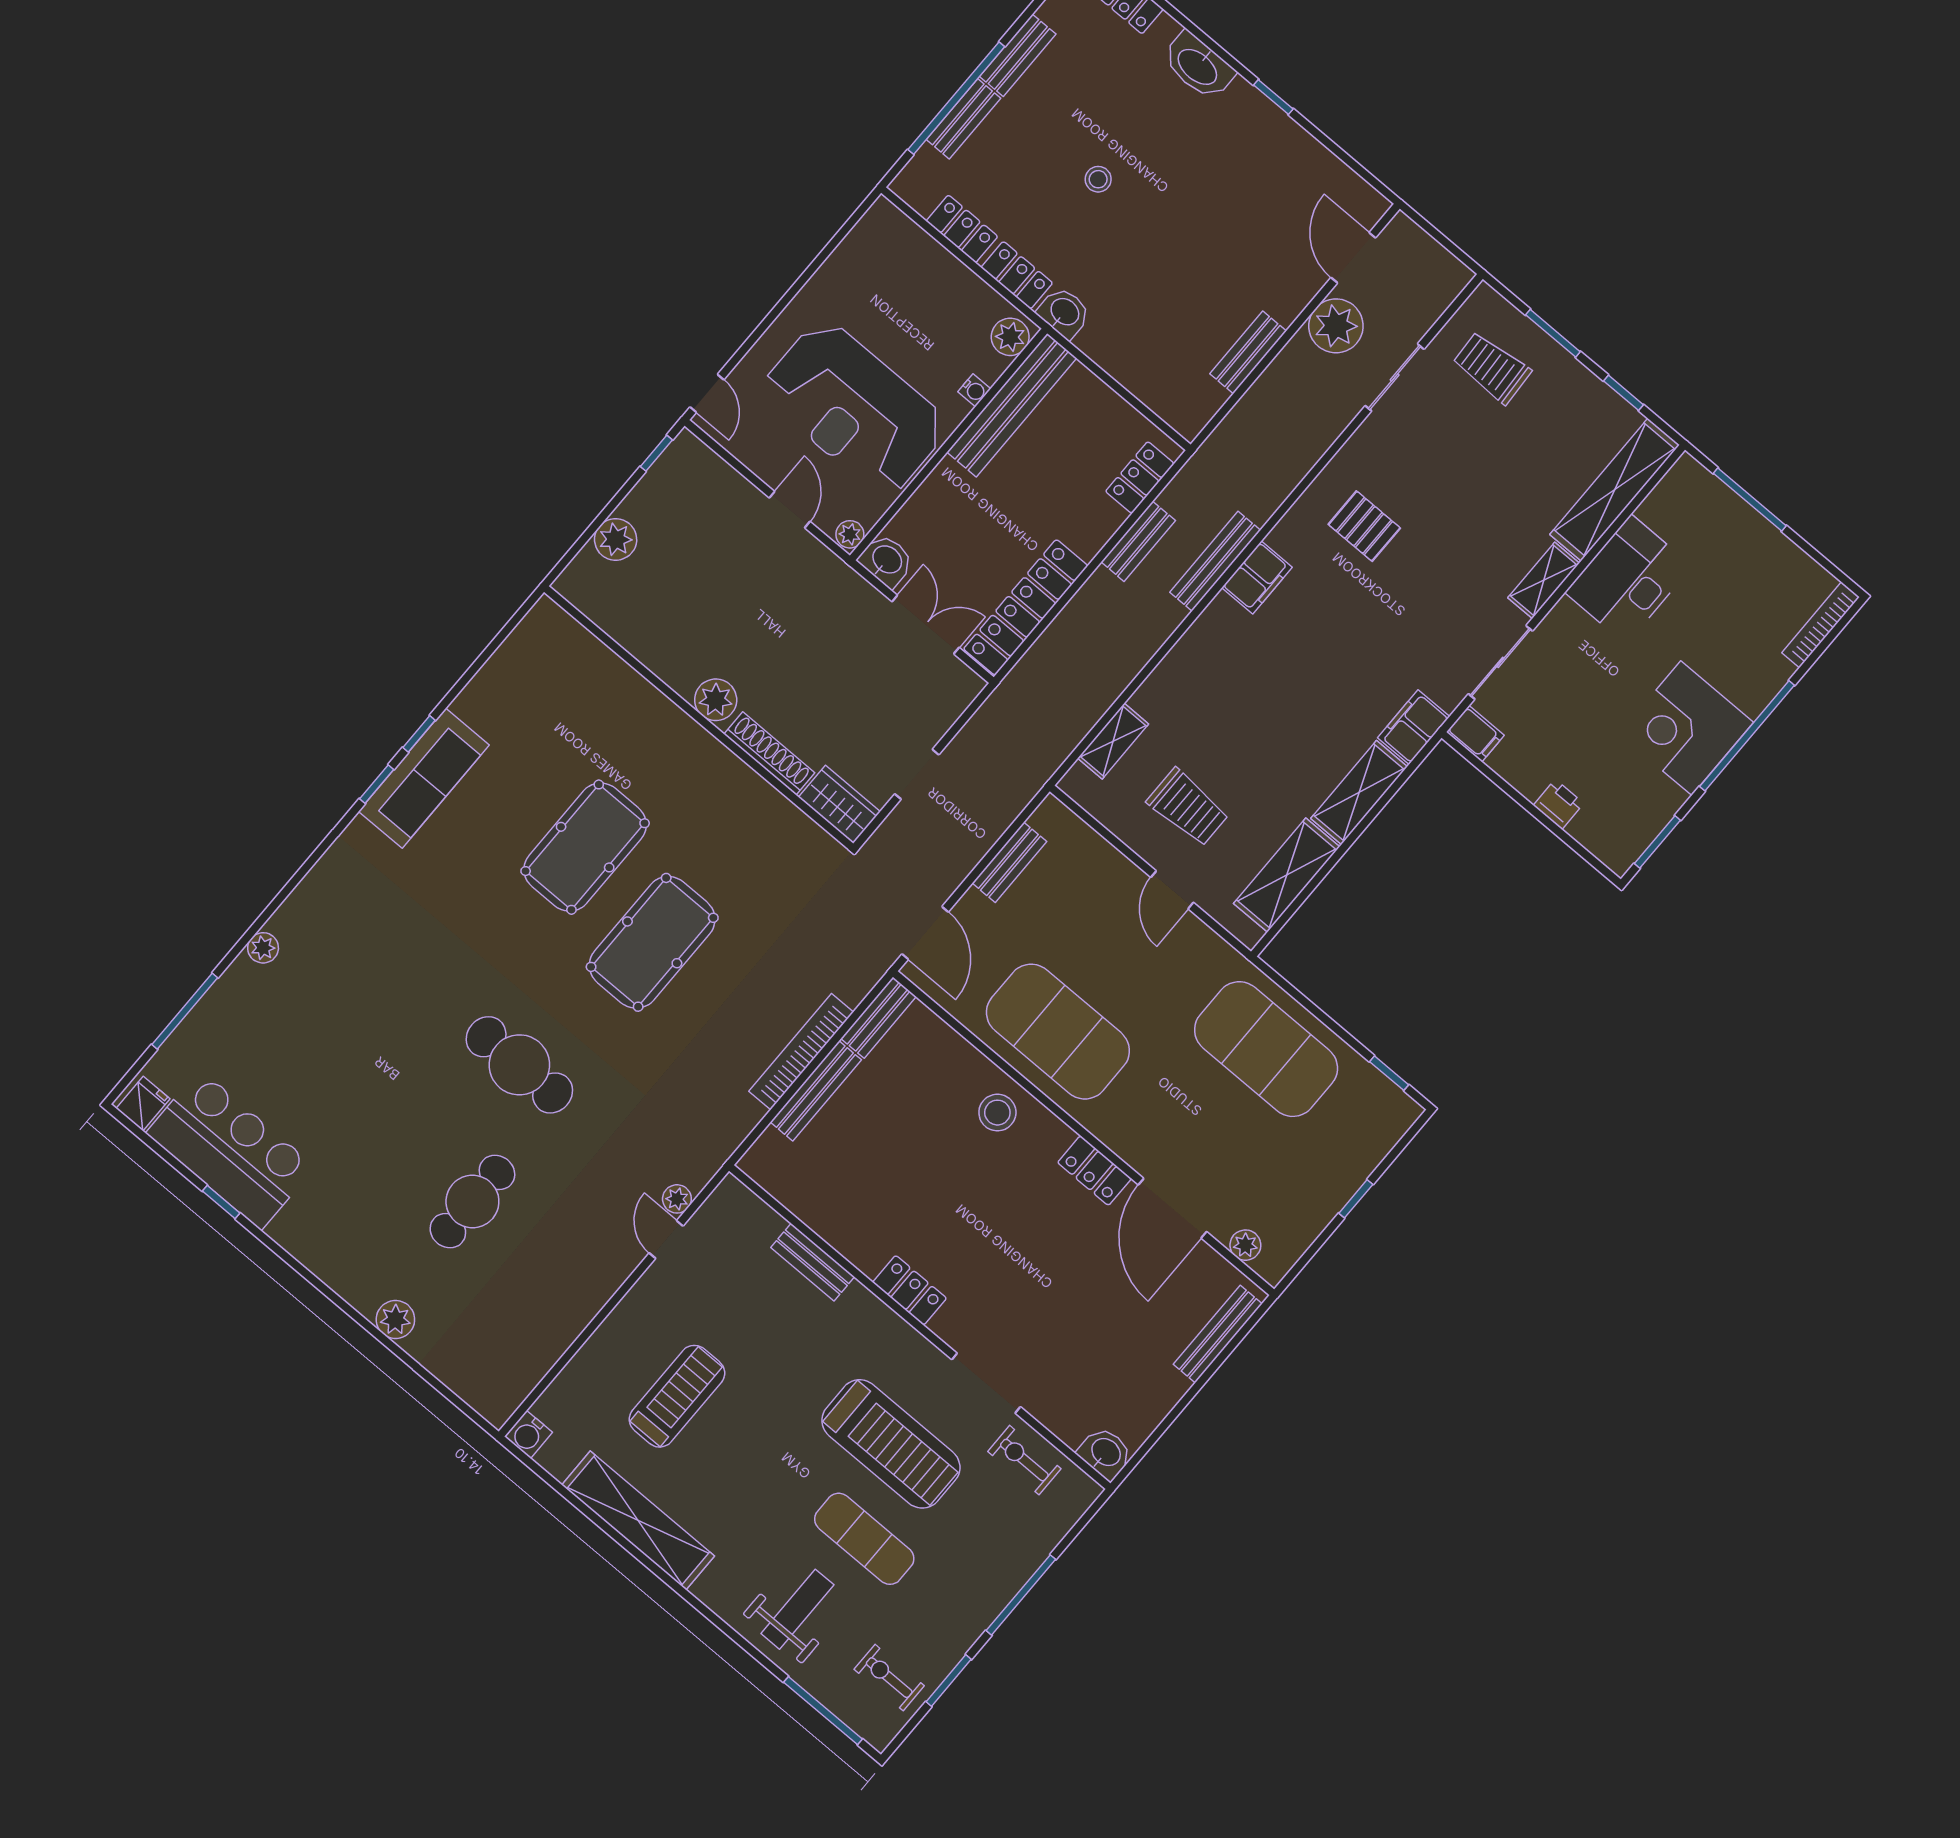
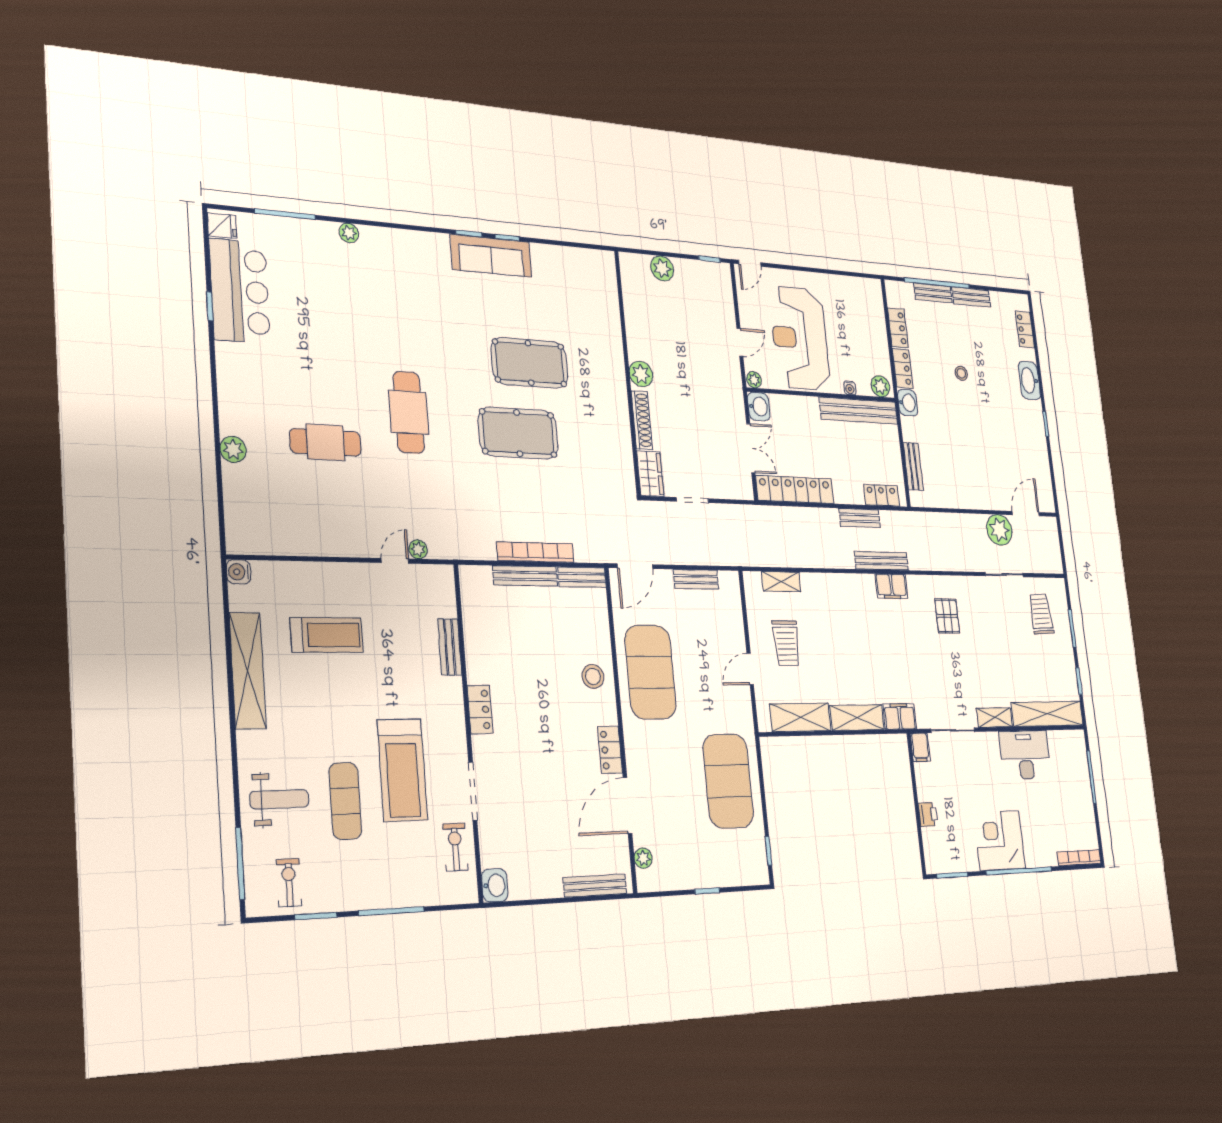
bench: (1248, 352) -> (913, 466), moved, turned 90

